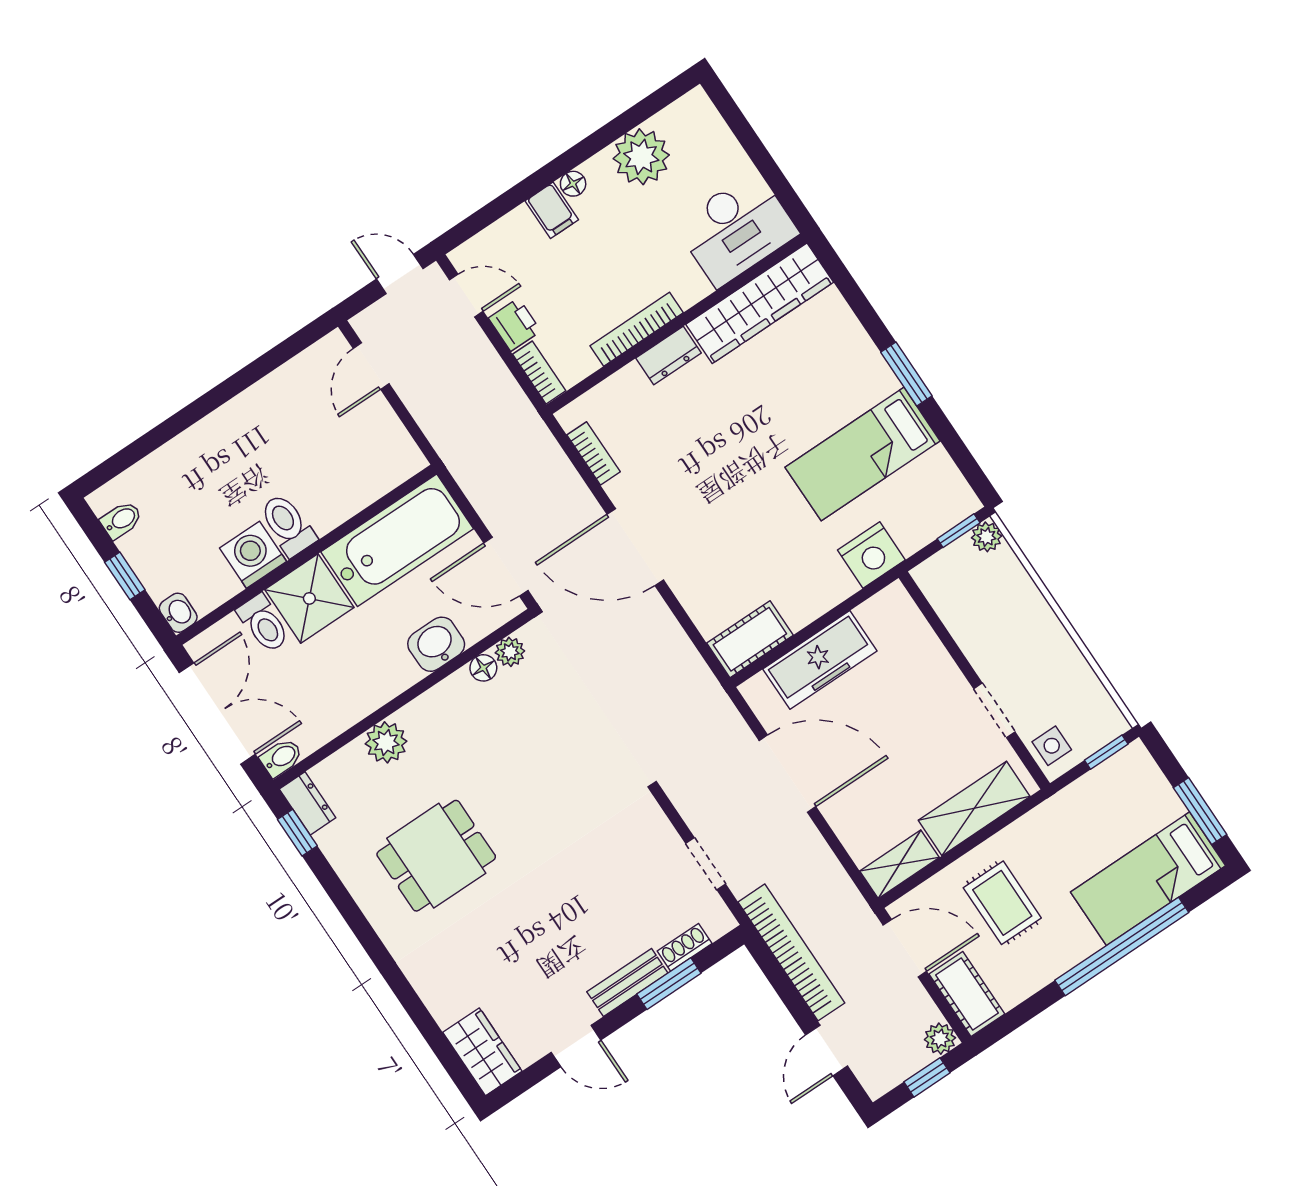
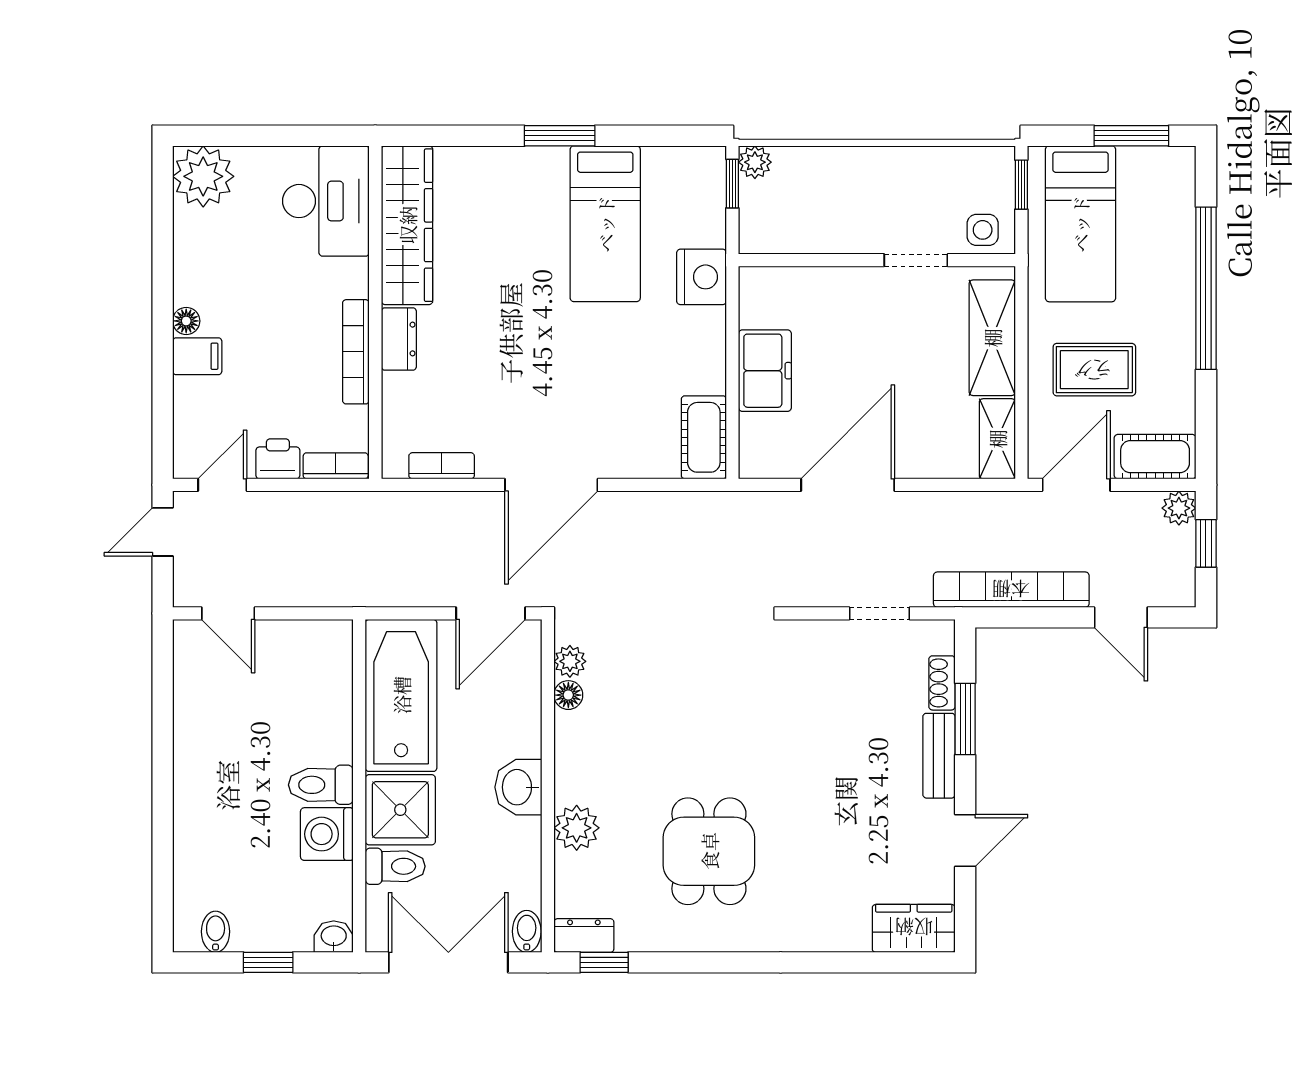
plant: (641, 157) -> (203, 176), moved
washbasin: (436, 644) -> (518, 787), moved
freezer: (820, 660) -> (765, 371), width x0.71
bed: (1148, 879) -> (1080, 224), moved

